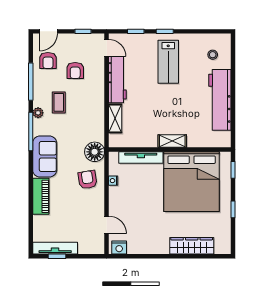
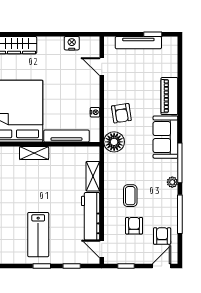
lab bench: (168, 62) -> (38, 235), turned 180
coffee table: (59, 102) -> (130, 196), moved
tv unit: (55, 248) -> (138, 43), moved
nightstand: (119, 248) -> (72, 43), moved

